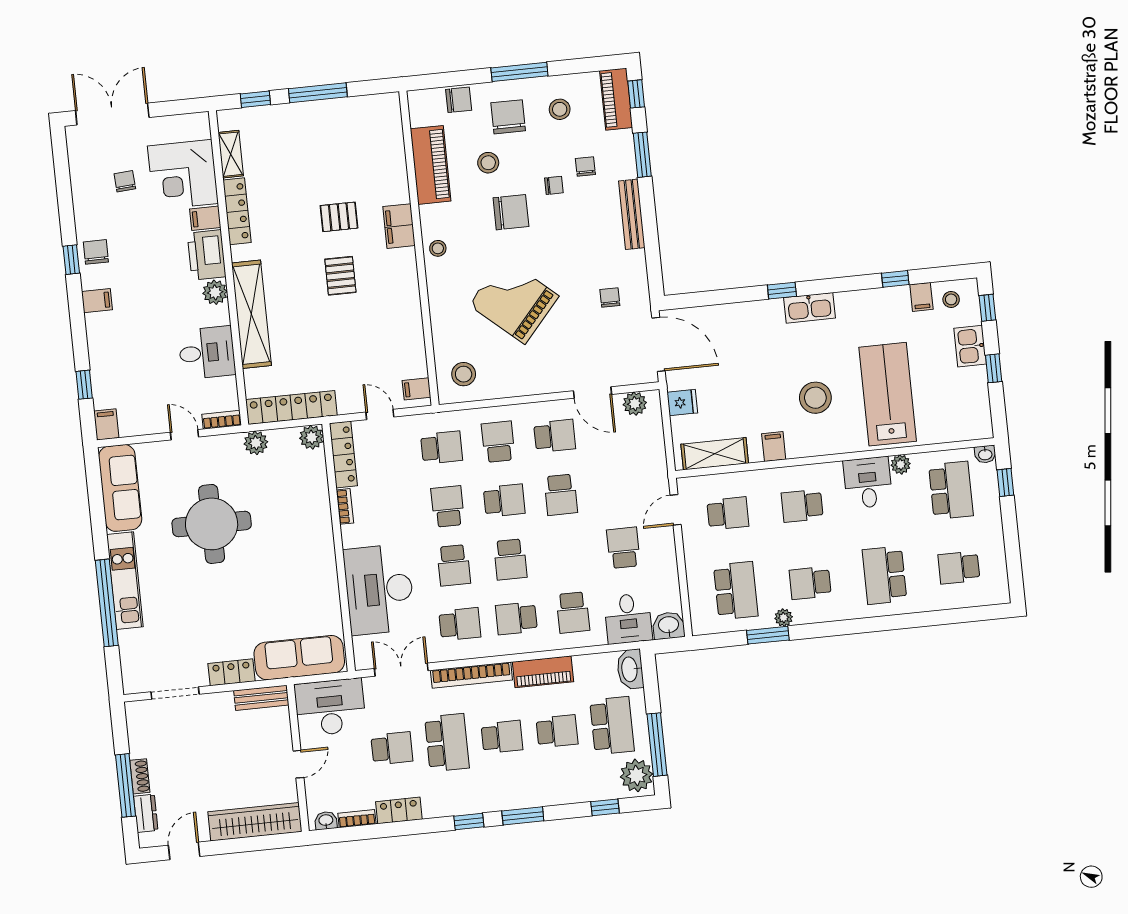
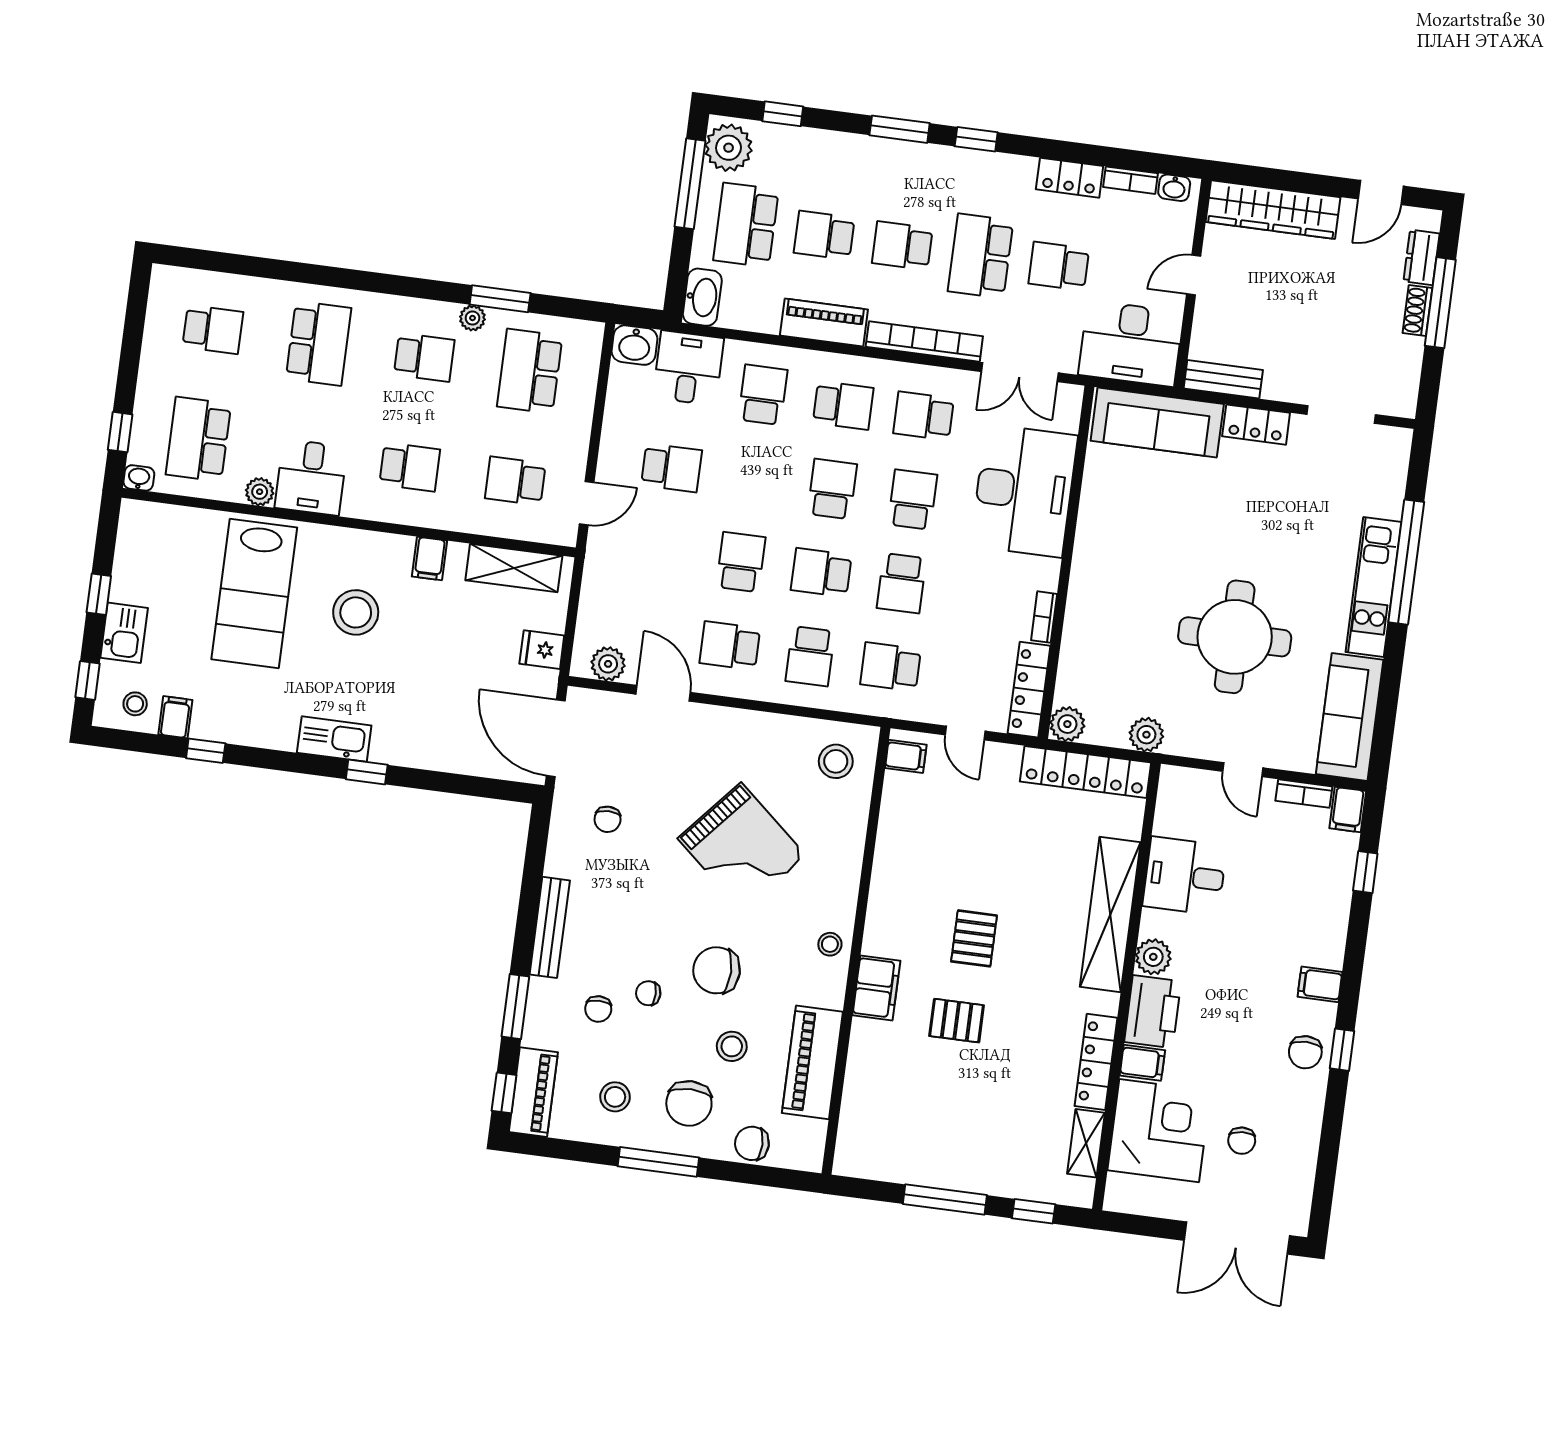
bookcase: (222, 420) -> (1304, 794), moved
school desk: (623, 548) -> (672, 468), turned -90

